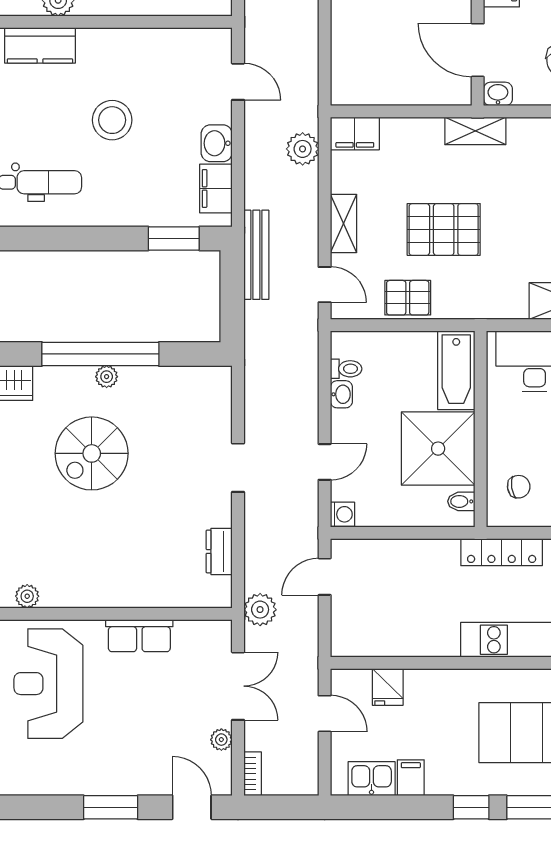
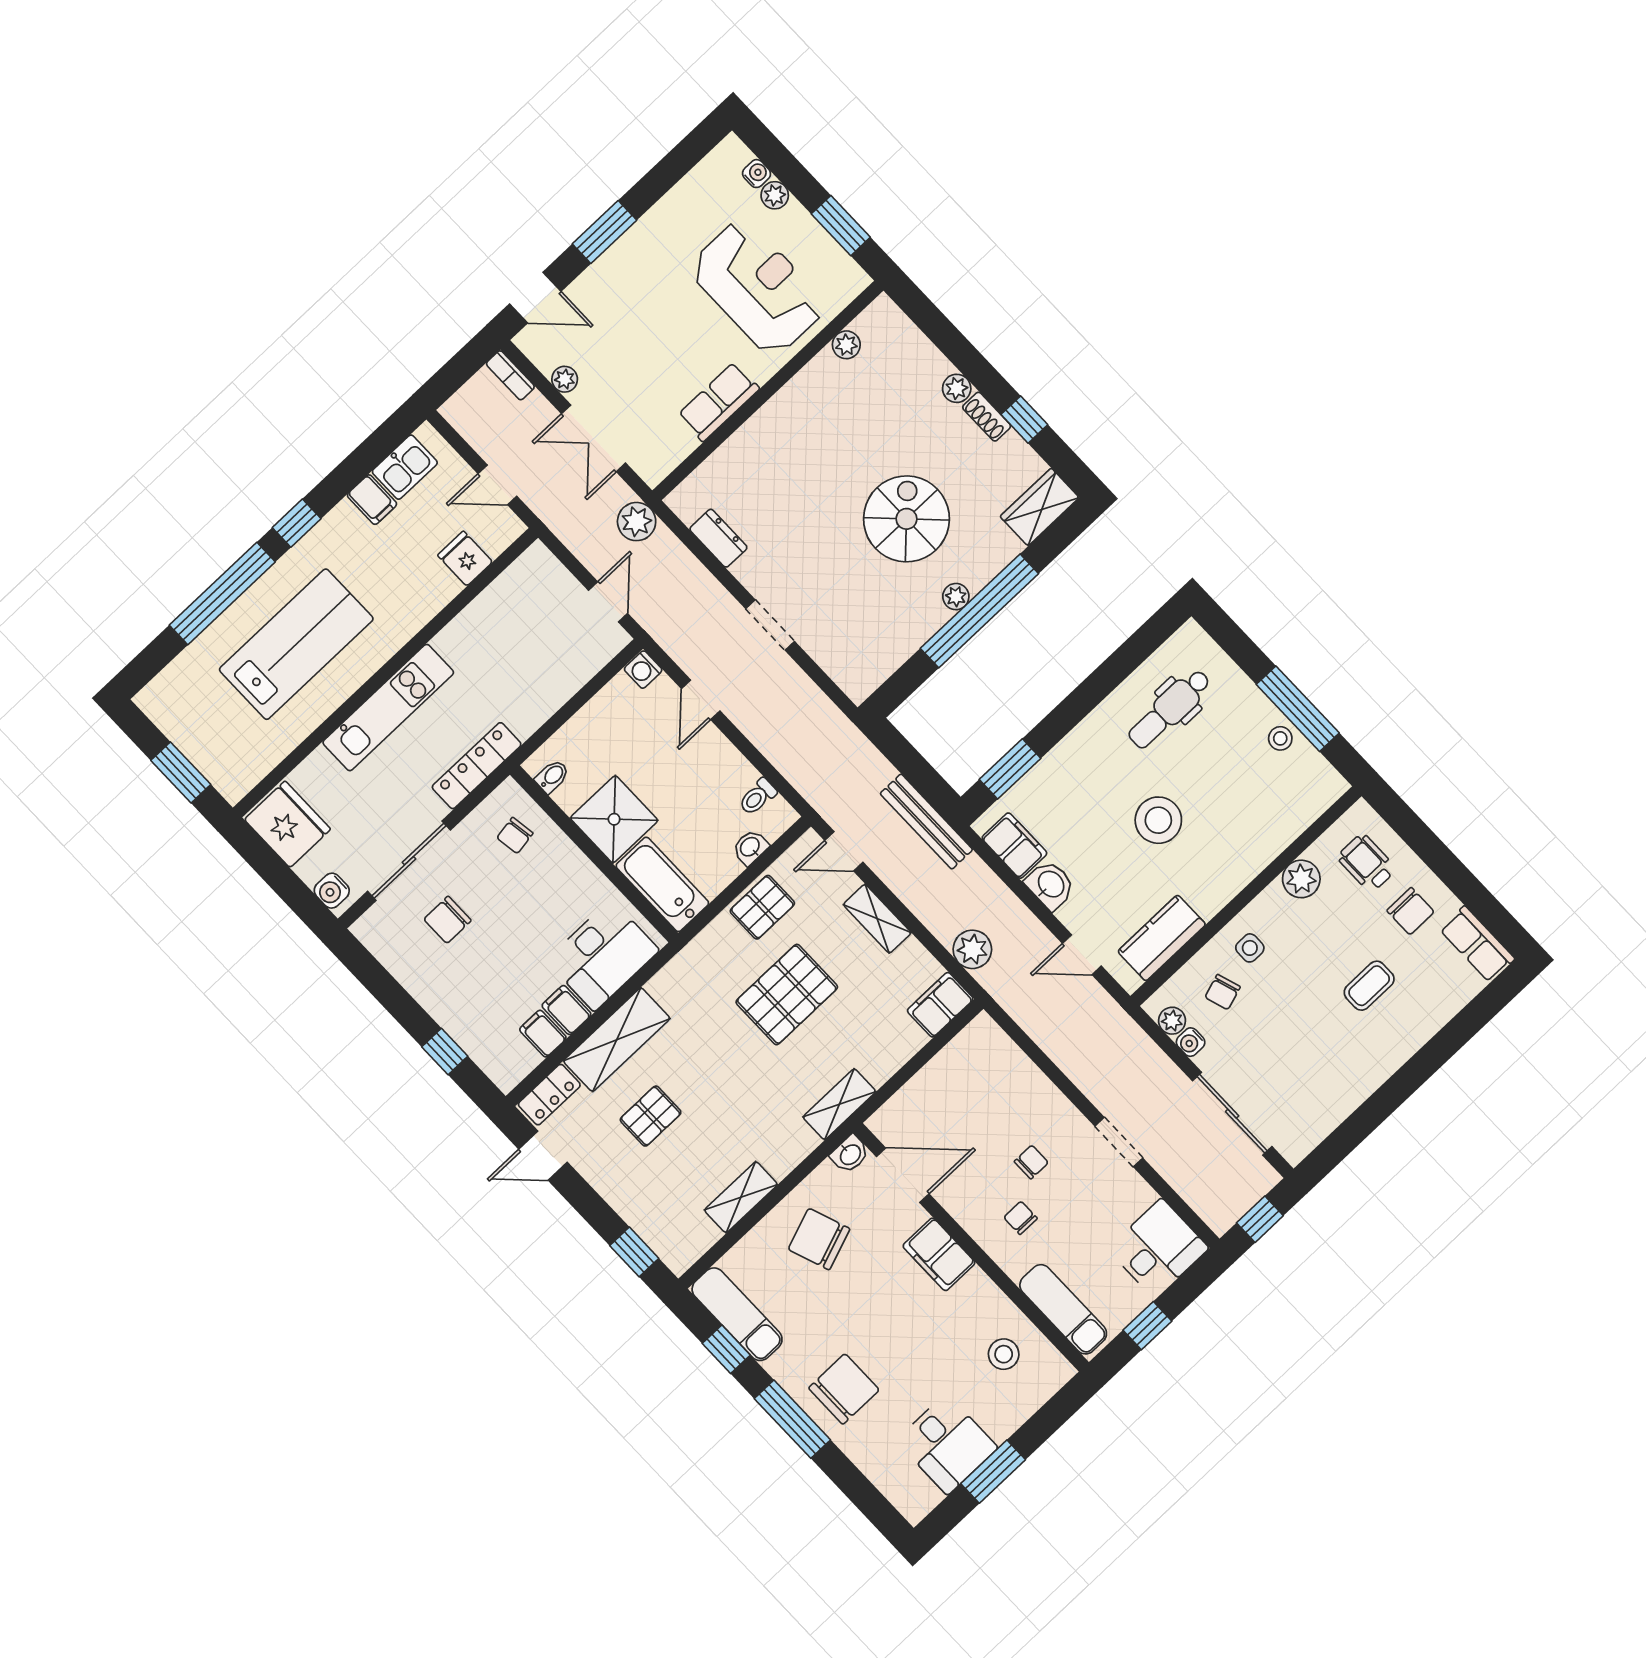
kitchen counter: (40, 45) -> (1162, 938), moved
washbasin: (341, 394) -> (750, 847), moved, turned 90
shower: (438, 449) -> (614, 819), width x0.73, depth x0.73

